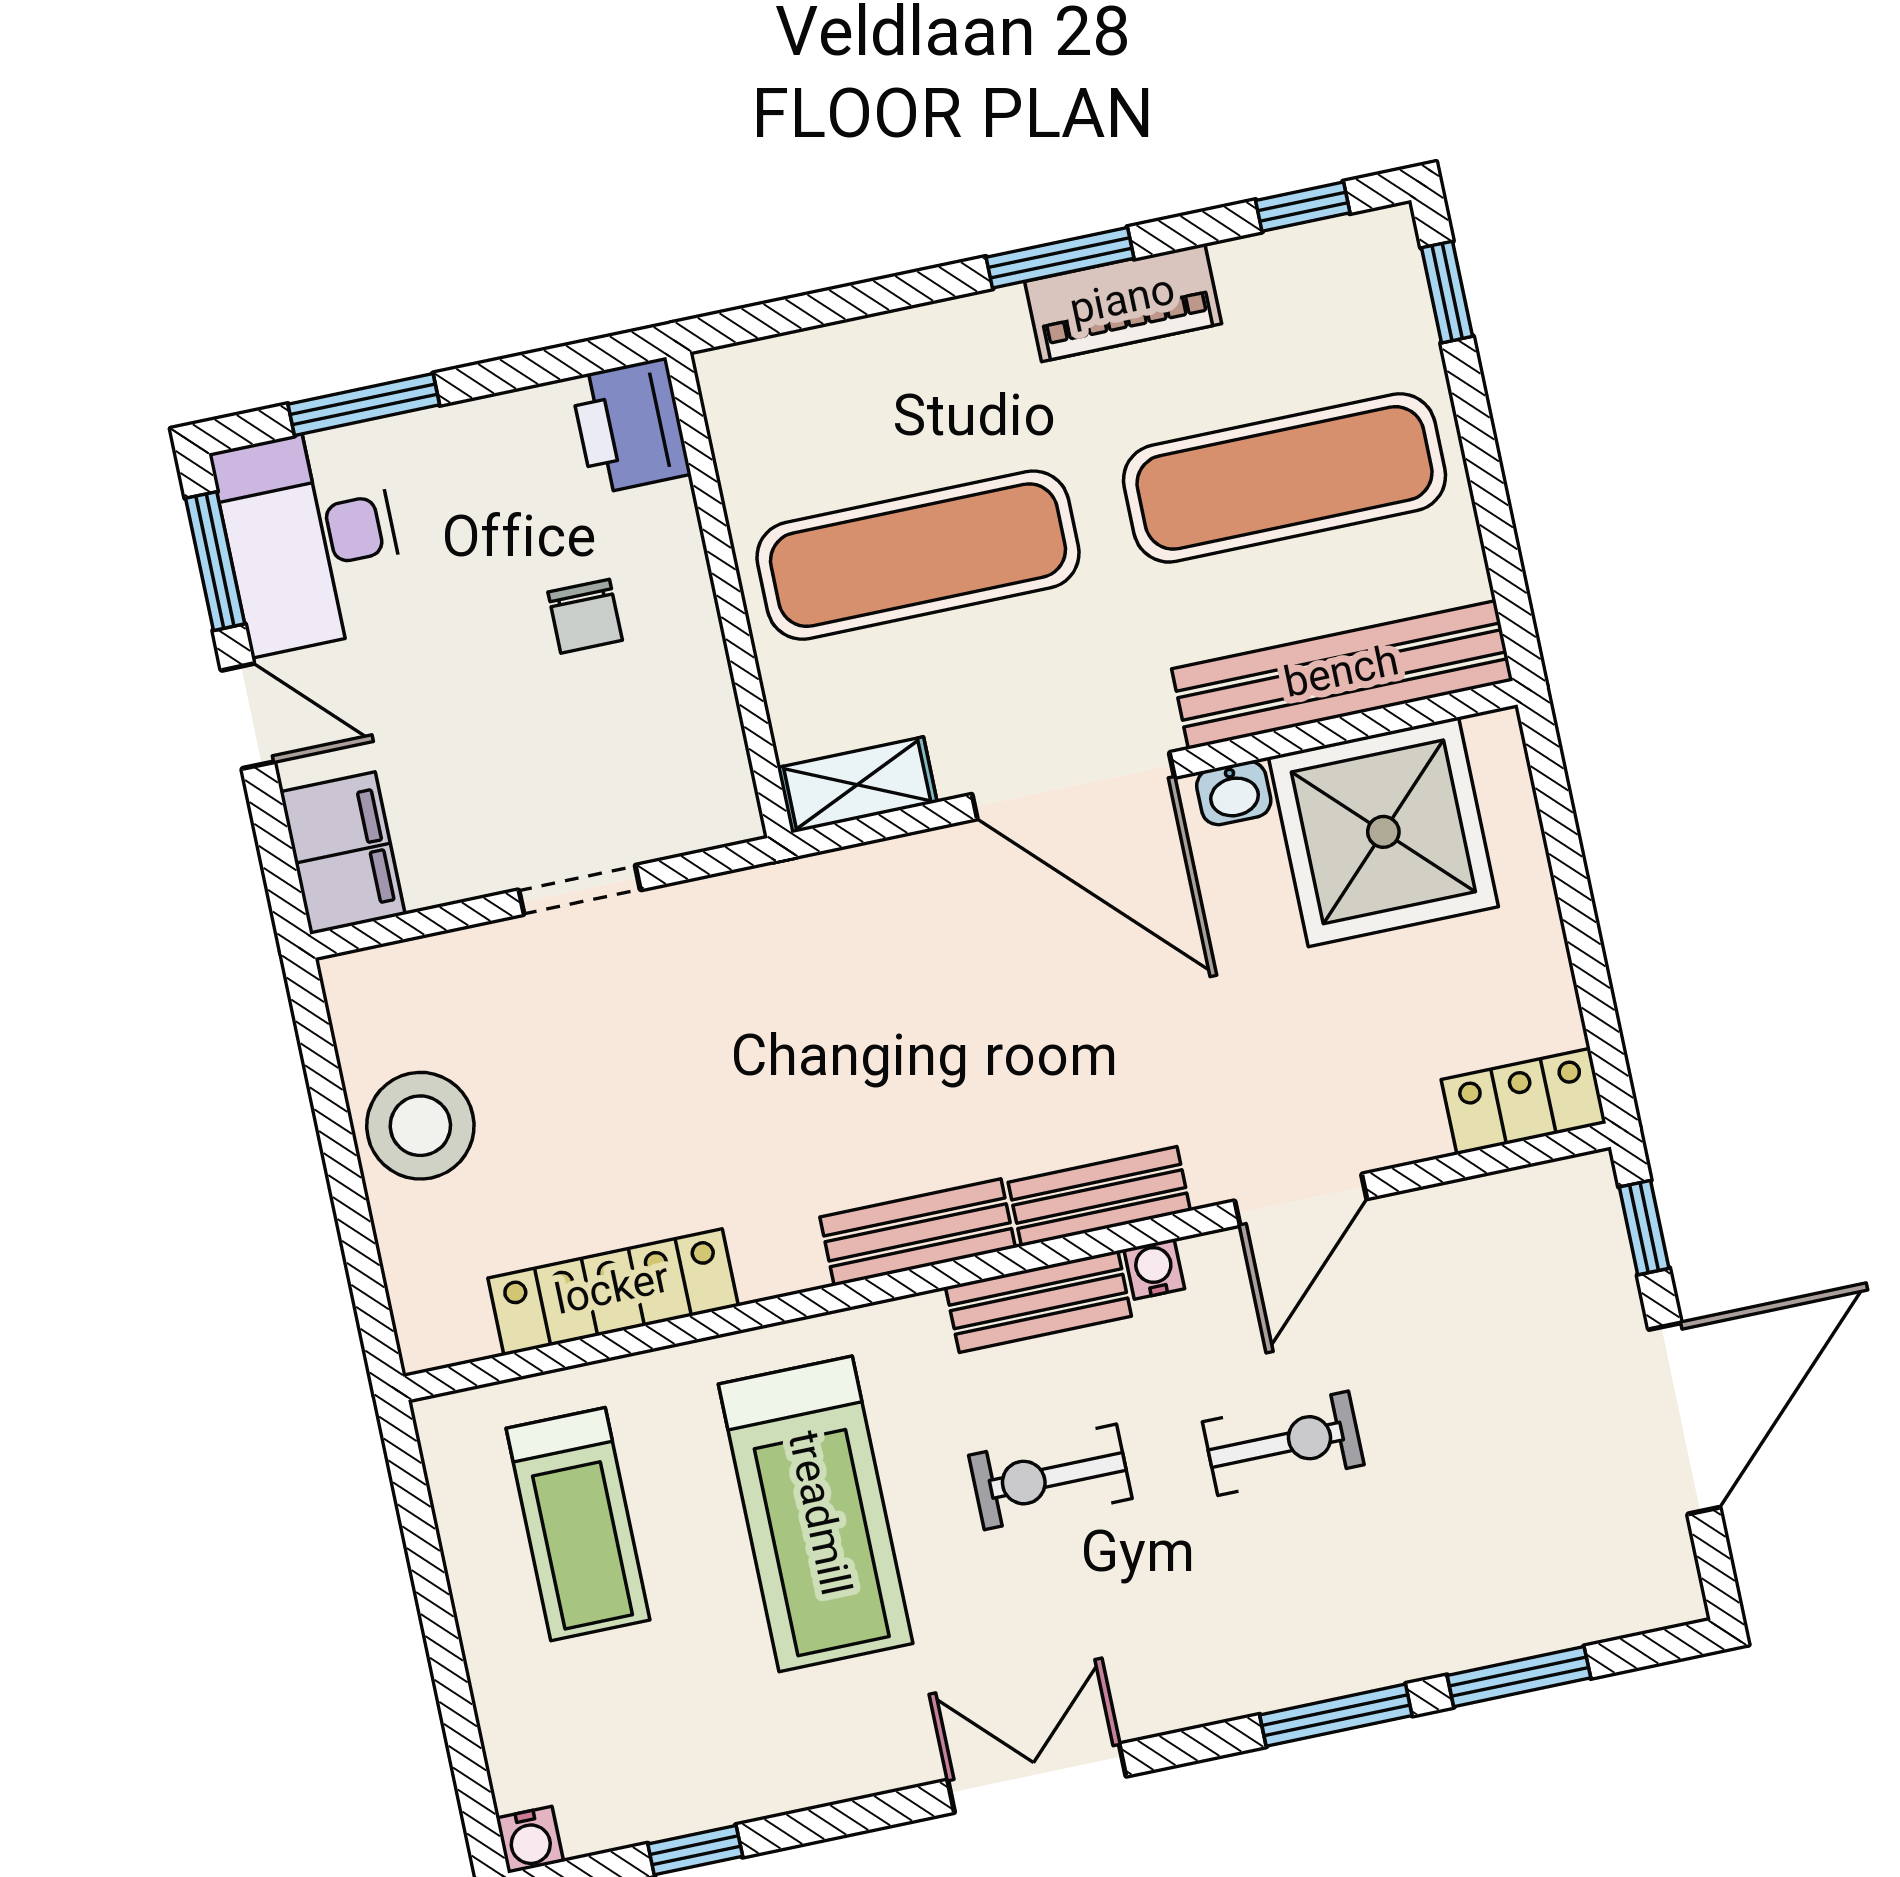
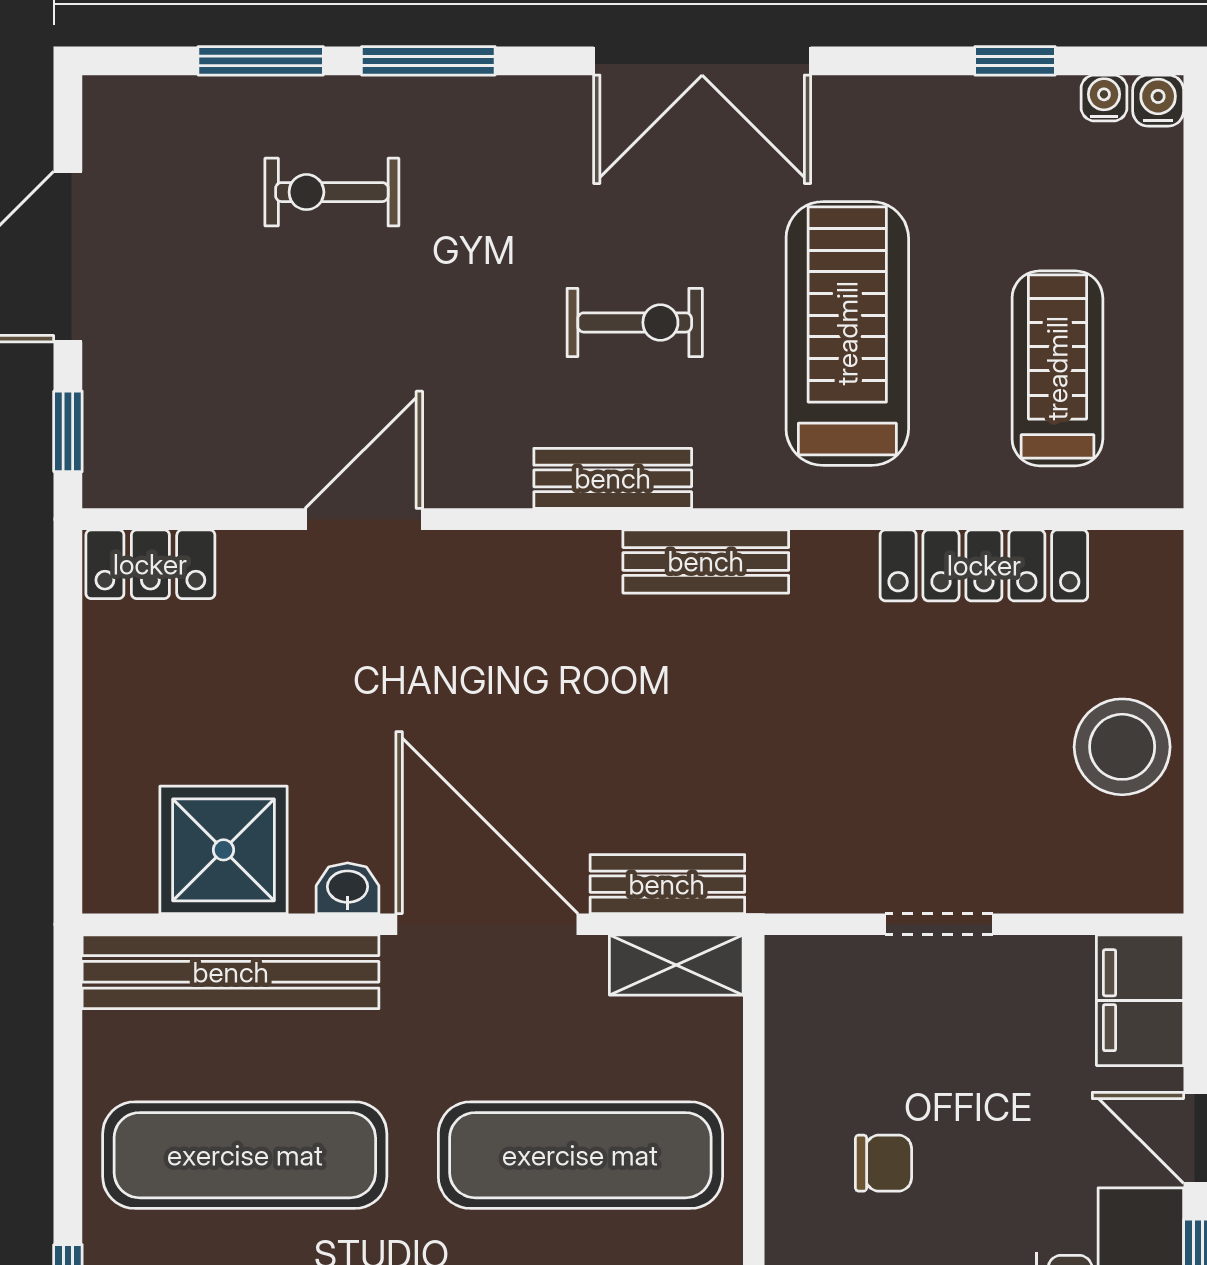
chair: (585, 616) -> (884, 1163), turned 90
shower: (1383, 832) -> (223, 850), width x0.73, depth x0.73
bench: (1099, 1196) -> (667, 884), moved
water cooler: (1154, 1269) -> (1104, 98), moved, turned 180
exercise bike: (1283, 1443) -> (332, 192), moved
double door: (1037, 1778) -> (702, 61), width x1.37

